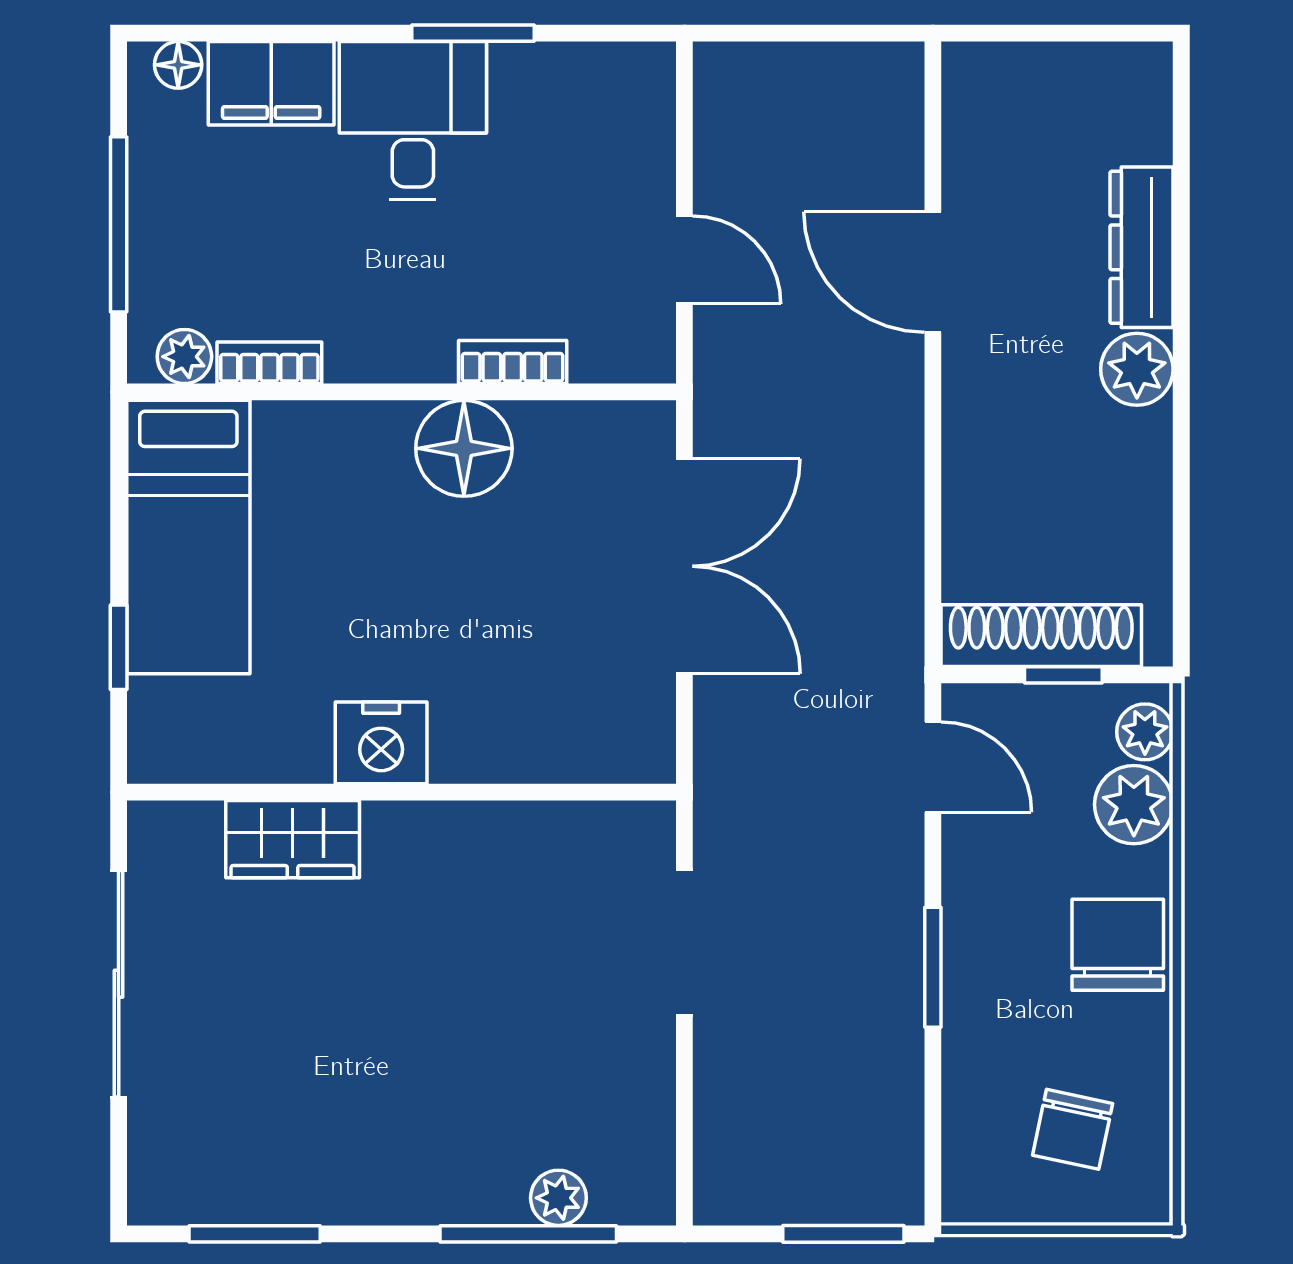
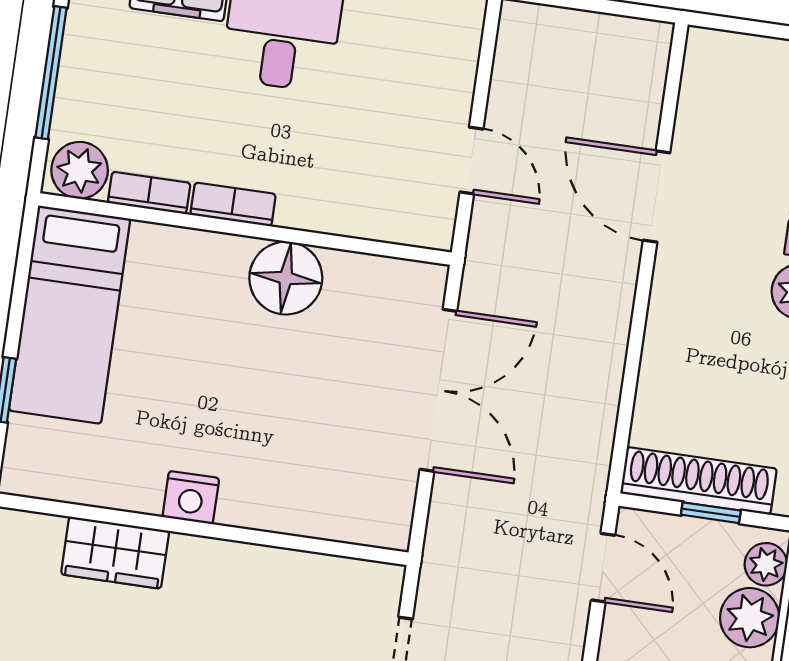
plant: (184, 357) -> (80, 170), width x1.38, depth x1.38
bookcase: (513, 362) -> (233, 204), moved
nightstand: (381, 743) -> (191, 498), width x0.74, depth x0.75

